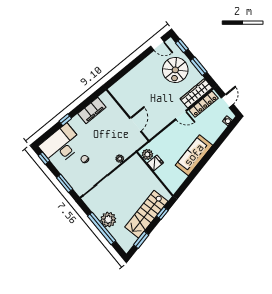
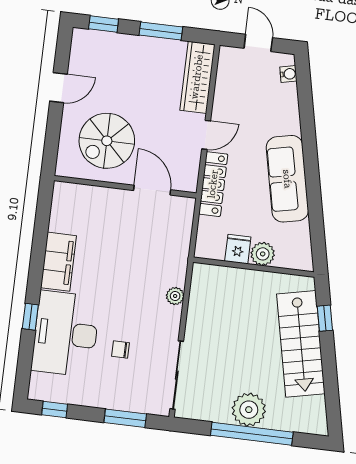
door: (157, 44) -> (58, 88), moved
spiral stairs: (175, 70) -> (107, 141), moved, turned 90
locker: (204, 104) -> (213, 184), moved
wall: (128, 115) -> (125, 187), moved
door: (135, 125) -> (152, 190), moved
desk: (61, 145) -> (66, 334), moved
plant: (147, 154) -> (263, 254), moved
window: (141, 240) -> (331, 392), removed

